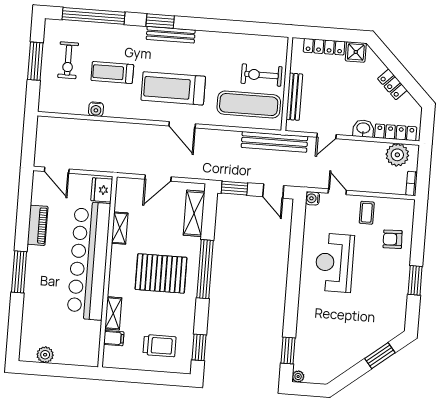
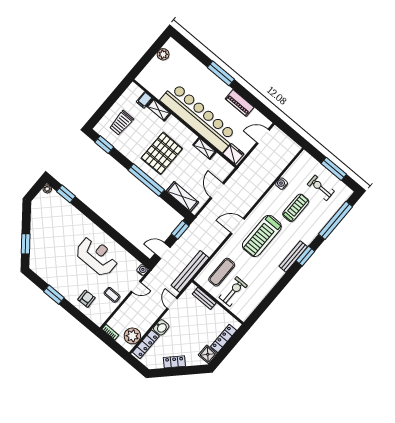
treadmill: (173, 88) -> (262, 236), turned 180
bench: (294, 97) -> (204, 298), width x0.73
exercise mat: (249, 105) -> (222, 272), width x0.73, depth x0.69

